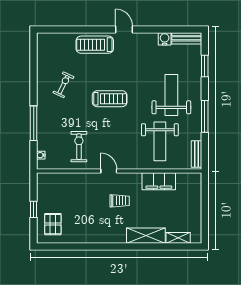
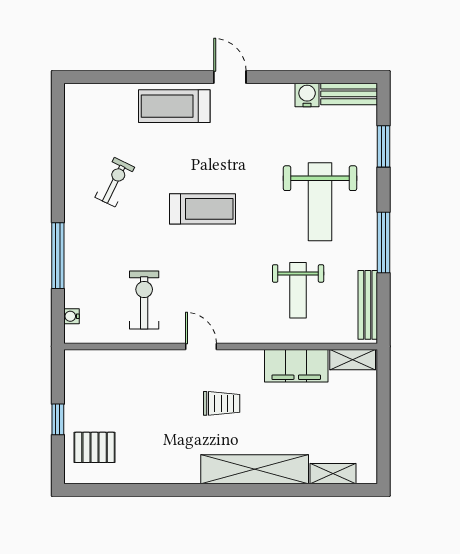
weight bench: (171, 95) -> (320, 202), turned 180
weight bench: (160, 141) -> (298, 290), width x0.73, depth x0.75
bench: (196, 154) -> (368, 305), width x1.36
shelving: (188, 178) -> (353, 360), added
pallet: (53, 224) -> (95, 447), turned 90
shelving: (146, 236) -> (255, 469), width x1.47

